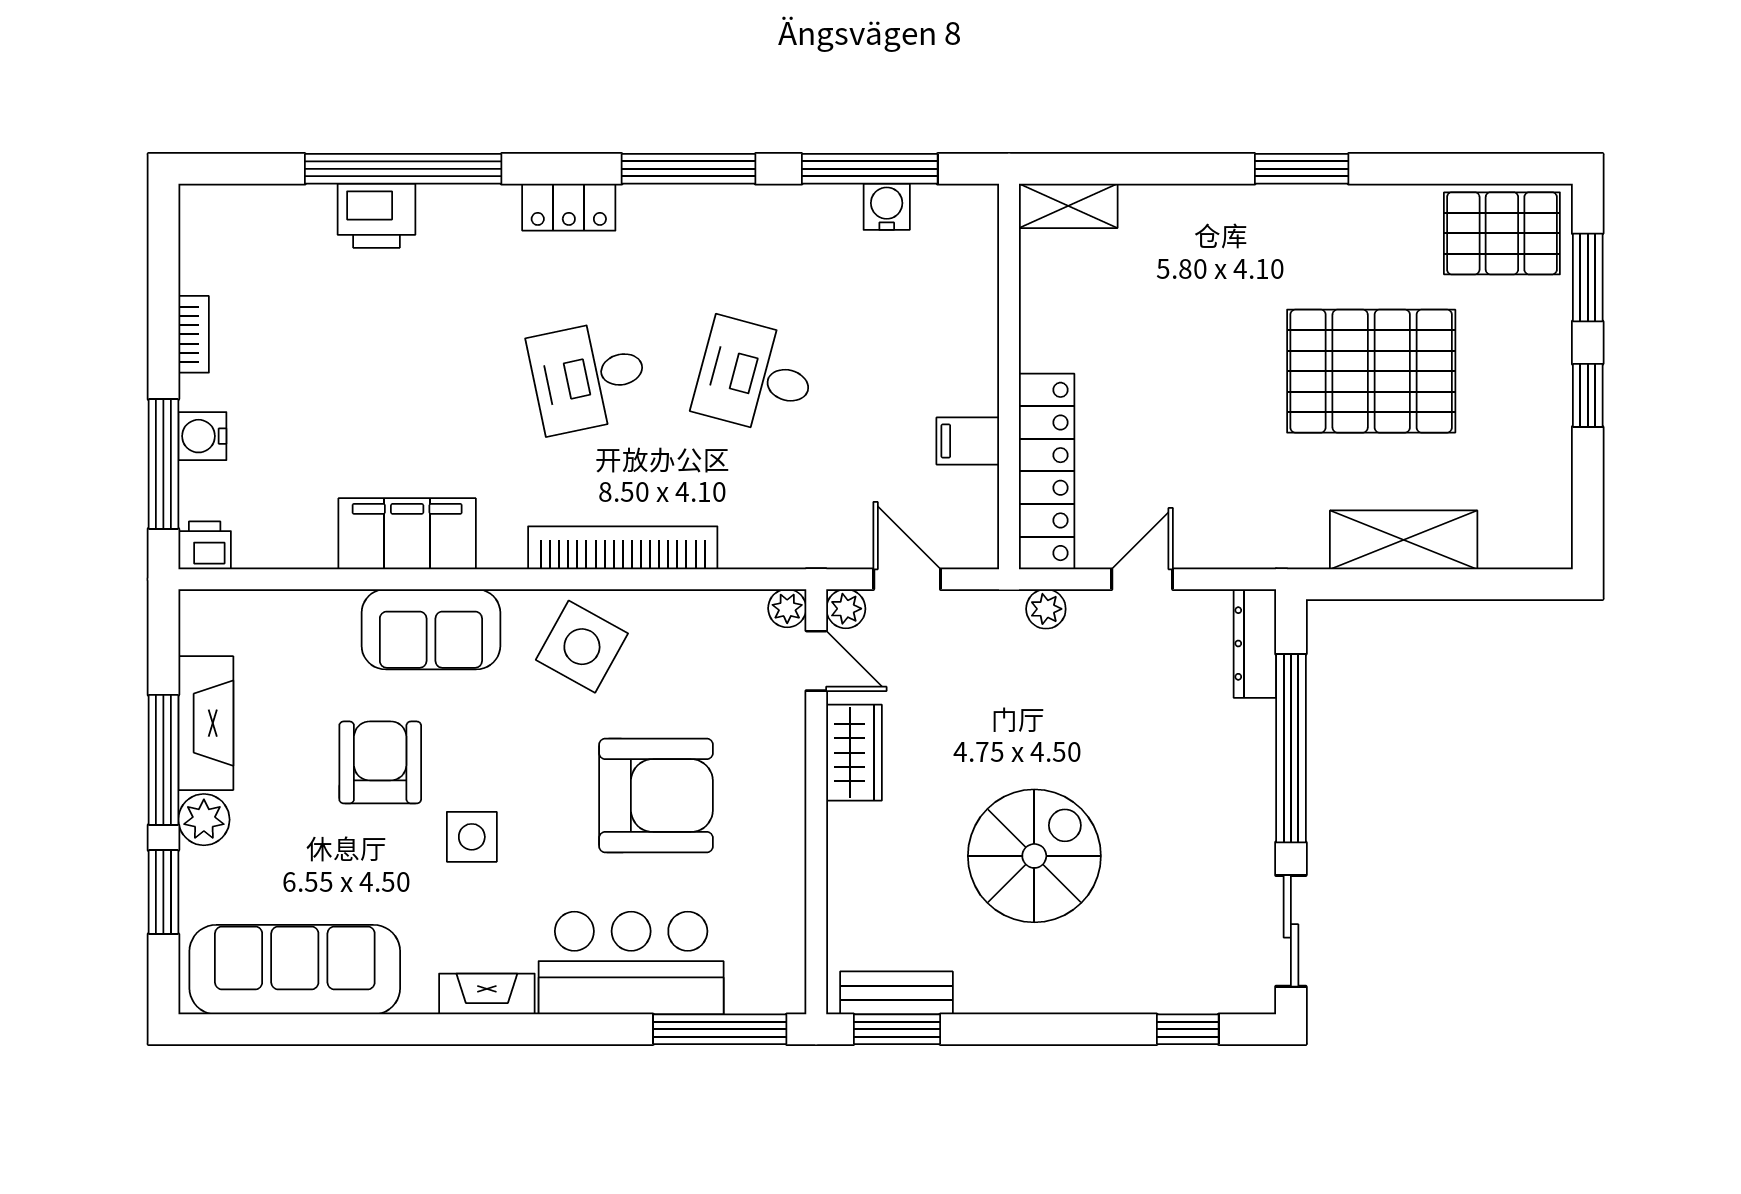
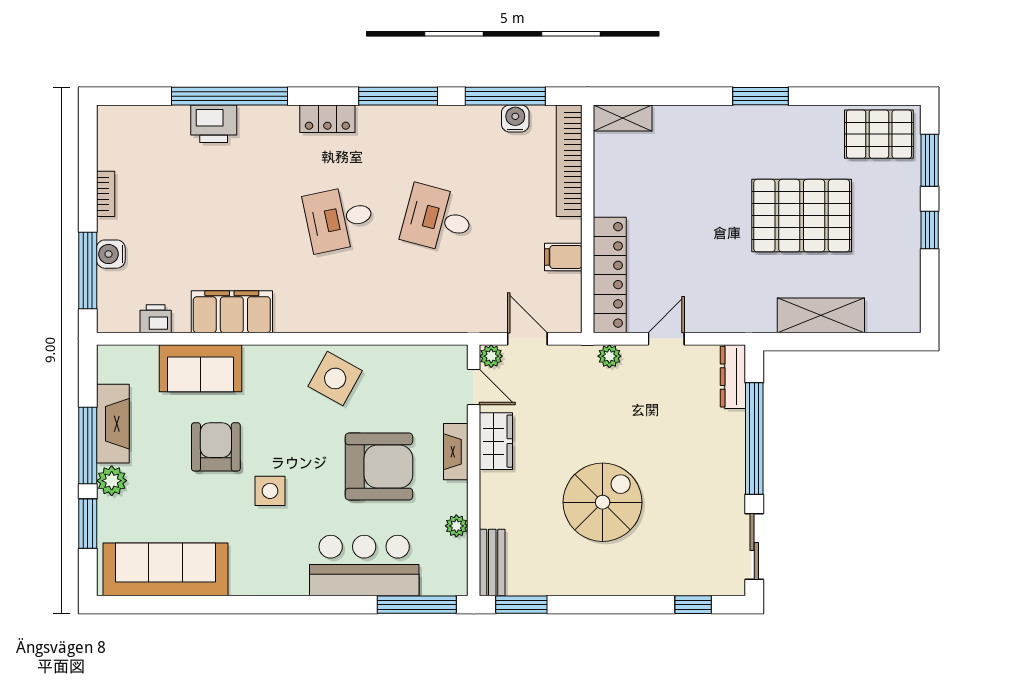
printer: (205, 545) -> (156, 319), moved
bookcase: (623, 548) -> (569, 161), moved, turned -90
plant: (787, 608) -> (456, 526), moved
sofa: (431, 629) -> (200, 368), moved
bench: (896, 993) -> (492, 563), moved, turned 90
fireplace: (487, 994) -> (456, 452), moved, turned -90

